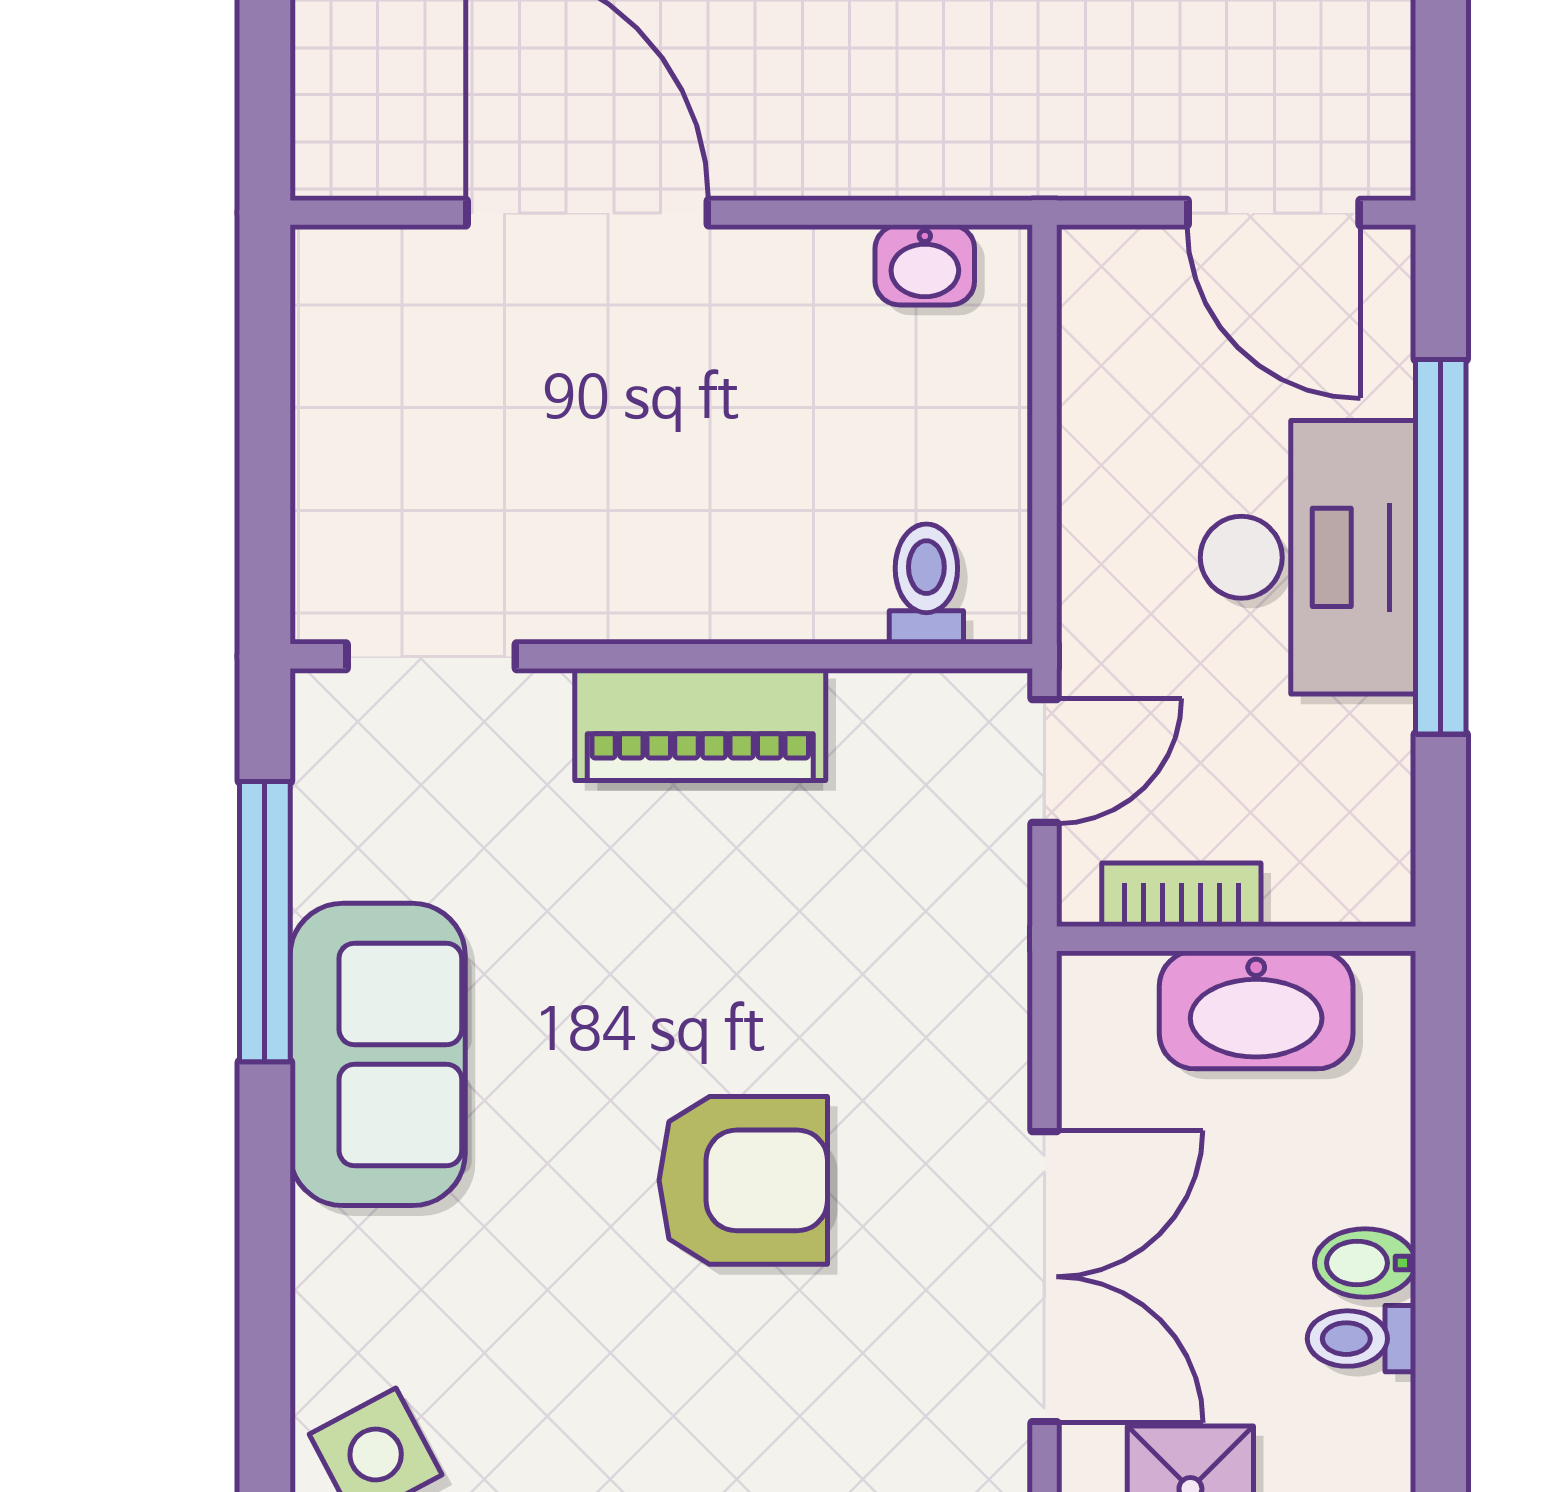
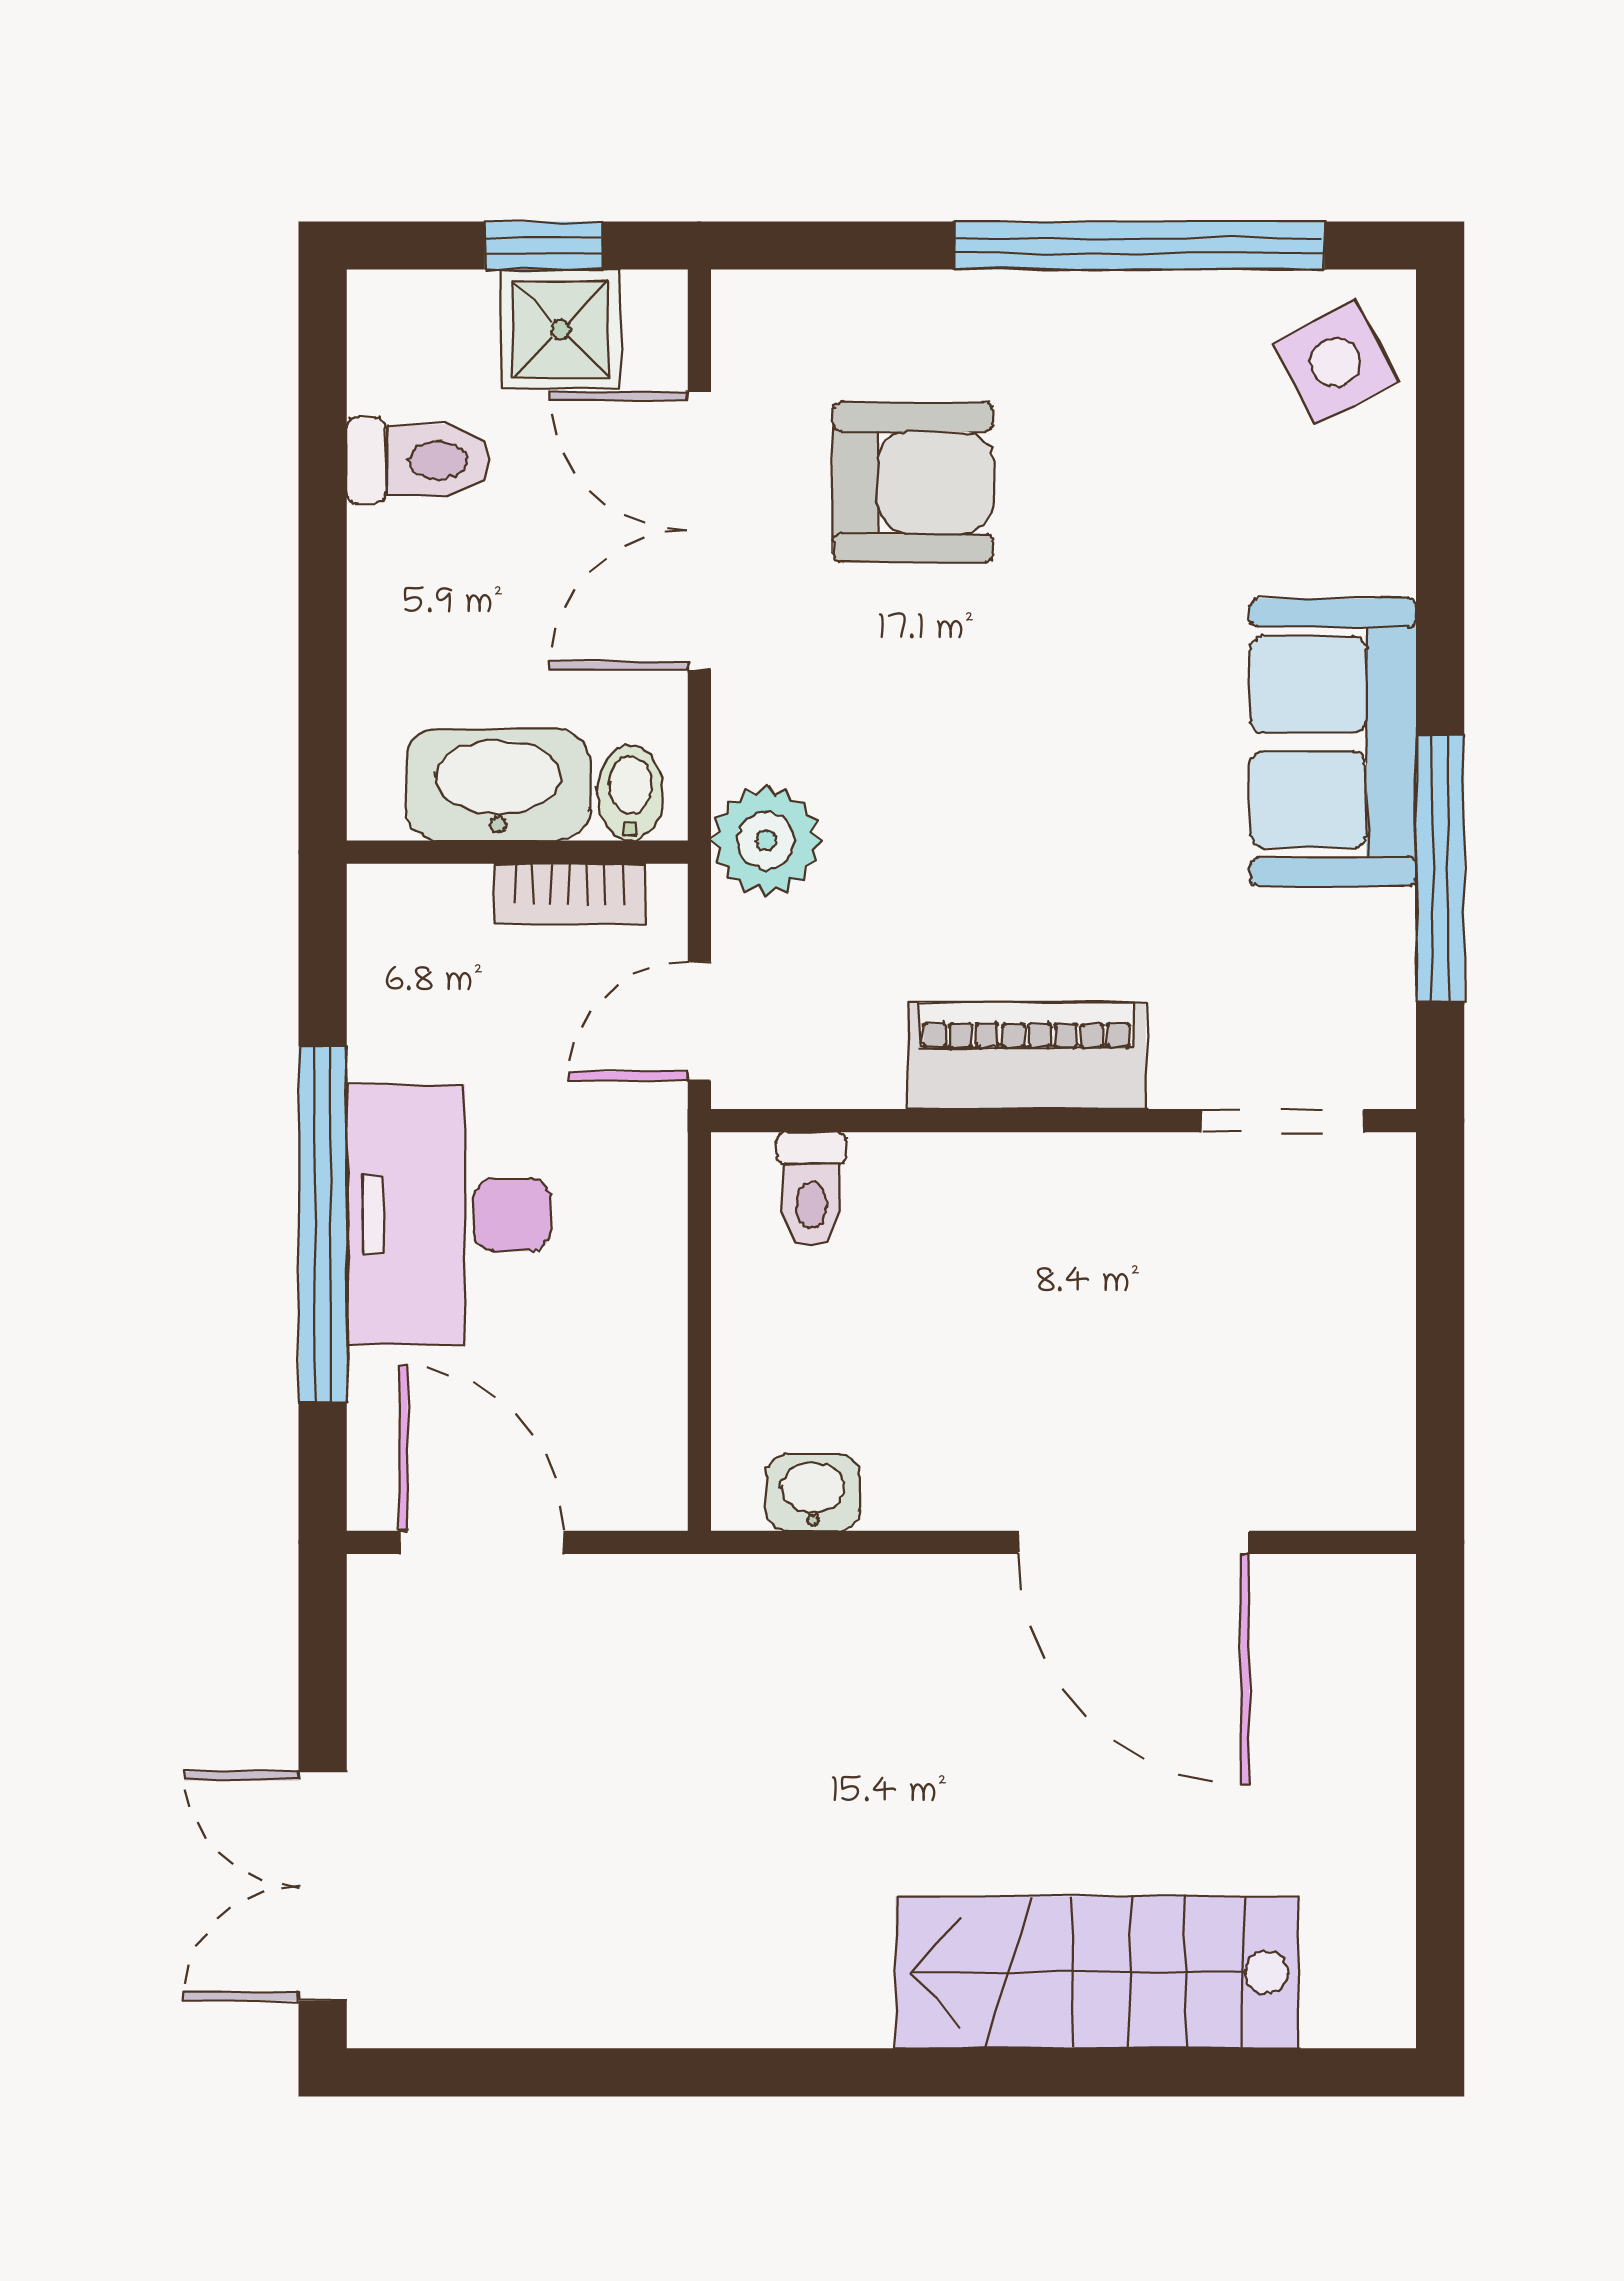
plant: (974, 951) -> (766, 840), added
armchair: (743, 1180) -> (913, 482), moved, turned 180
bidet: (1365, 1263) -> (630, 793), moved, turned -90
toilet: (1361, 1339) -> (418, 460), width x1.37, depth x1.39

